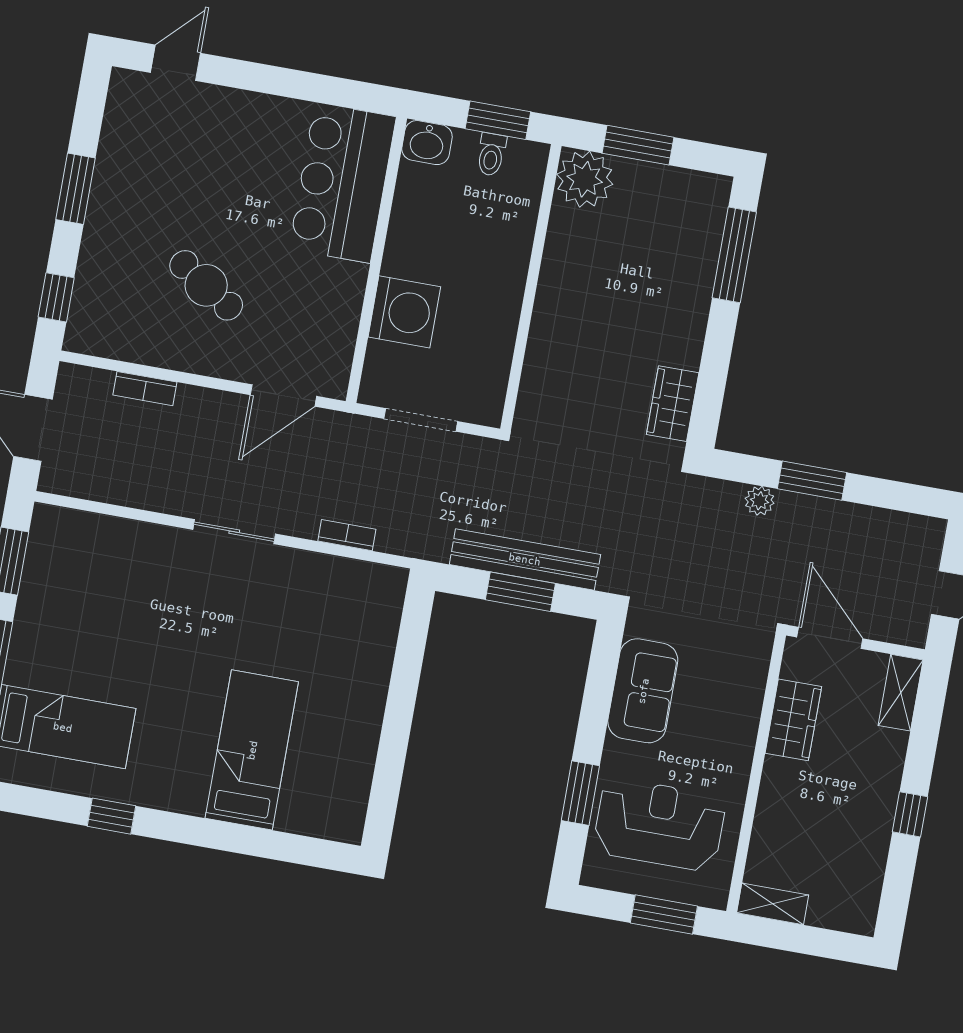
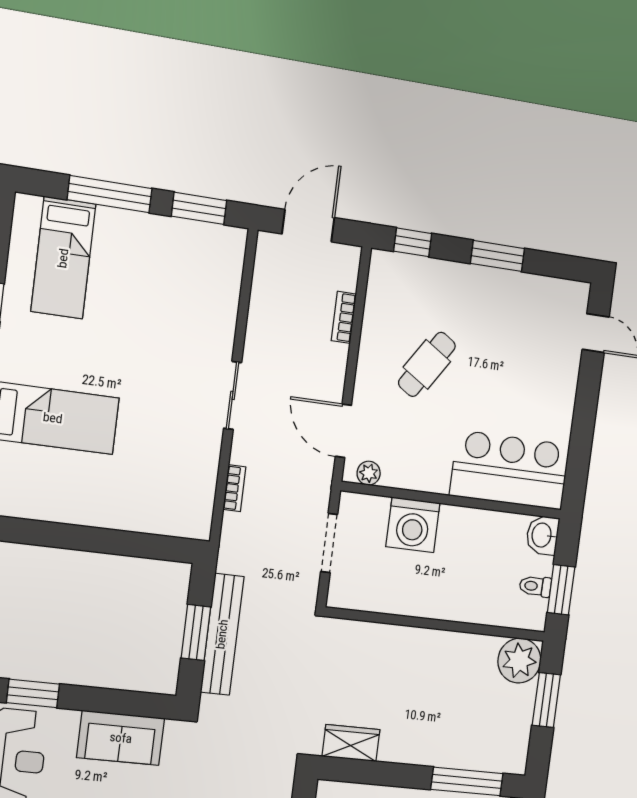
plant: (337, 366) -> (369, 473), added

